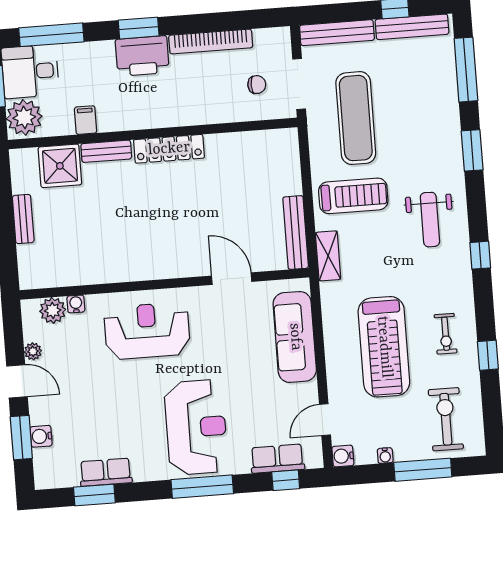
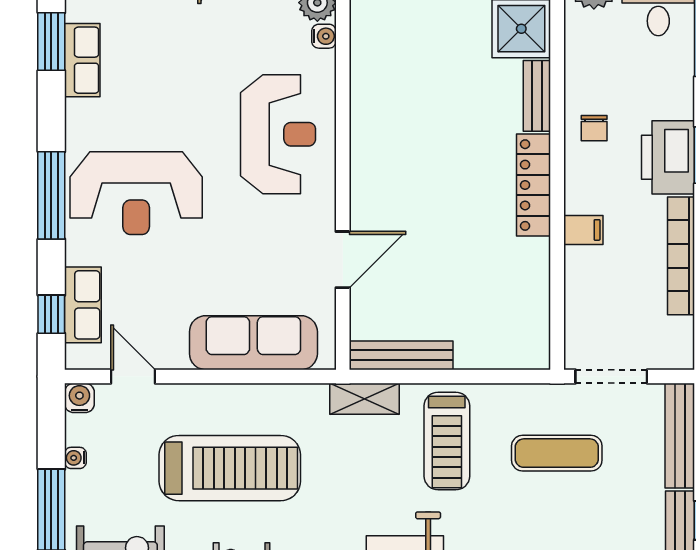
chair: (257, 85) -> (594, 128), moved
exercise mat: (356, 118) -> (557, 453), width x0.73, depth x0.69
filing cabinet: (86, 120) -> (583, 230), moved
treadmill: (384, 347) -> (230, 468), turned 180

